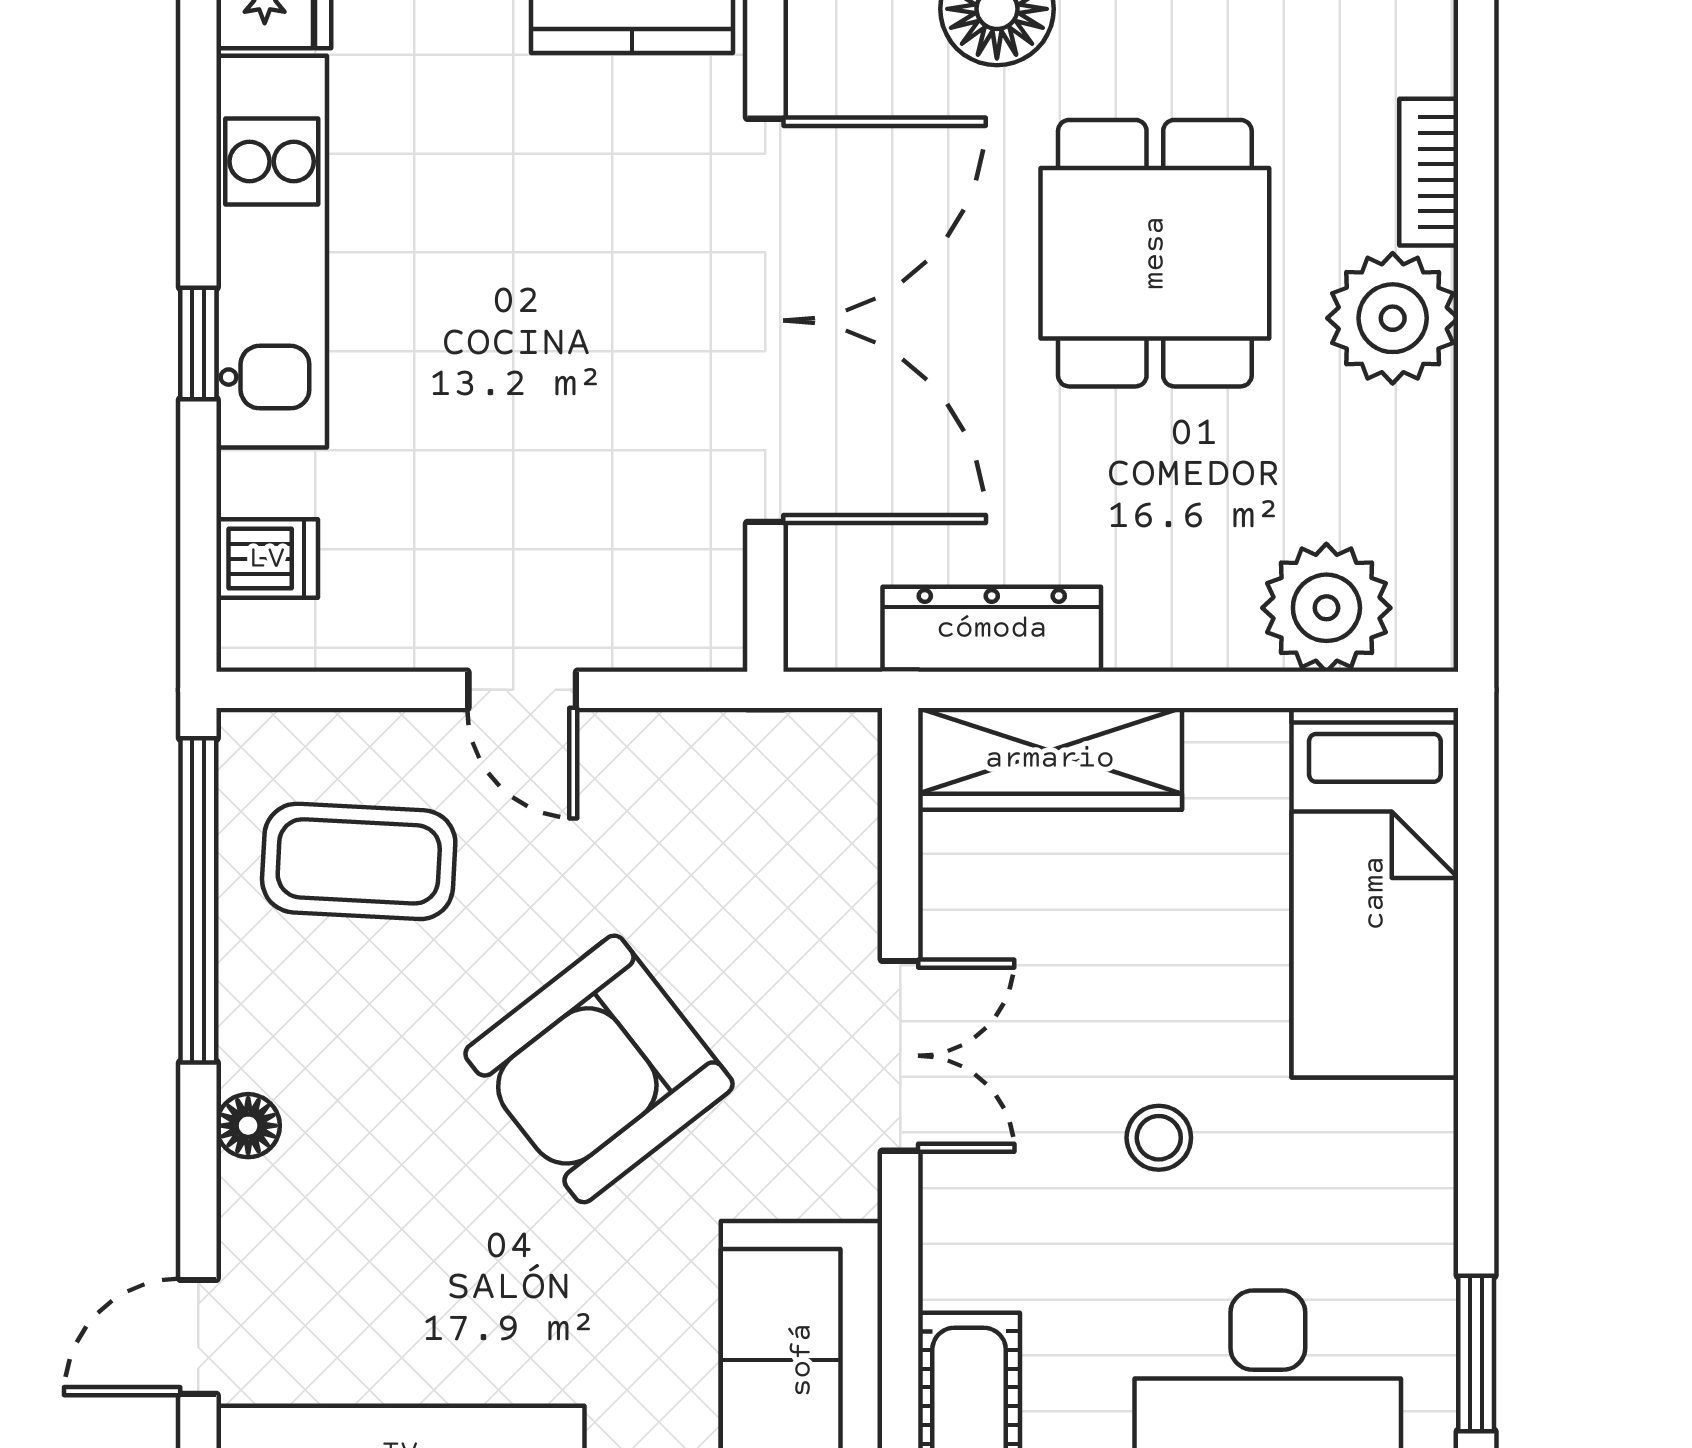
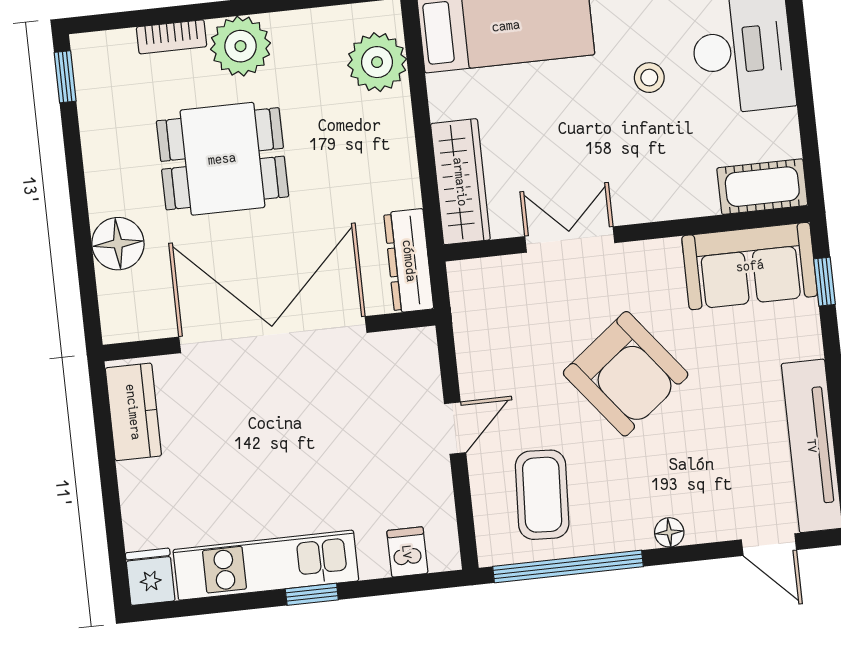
dresser: (992, 629) -> (409, 261), moved
double door: (900, 1056) -> (570, 240), moved
stool: (1159, 1138) -> (649, 78), moved

